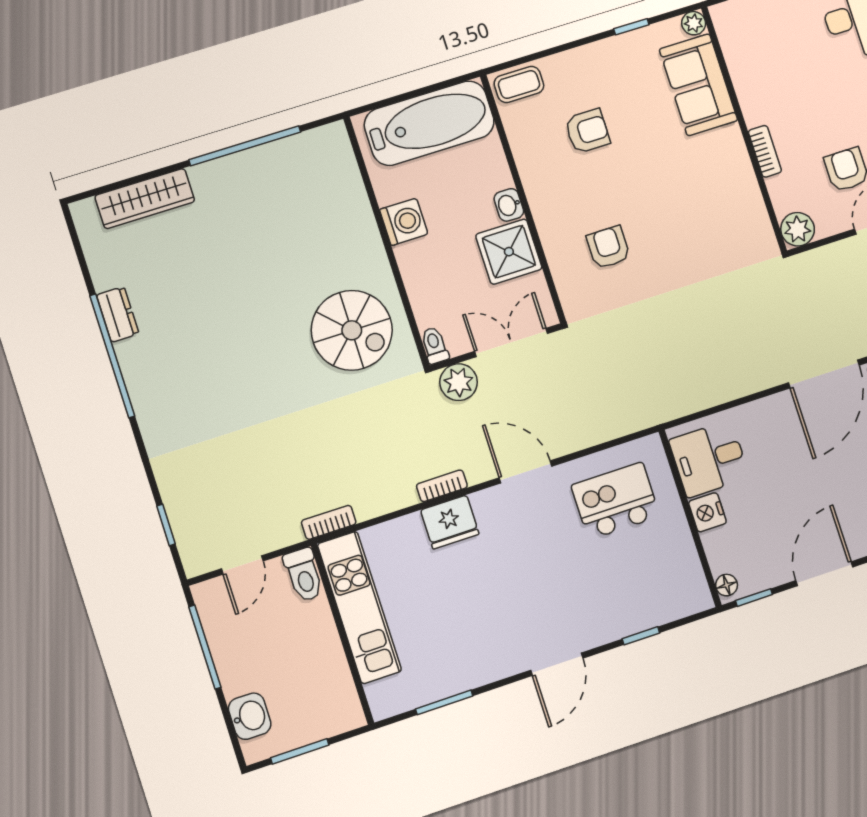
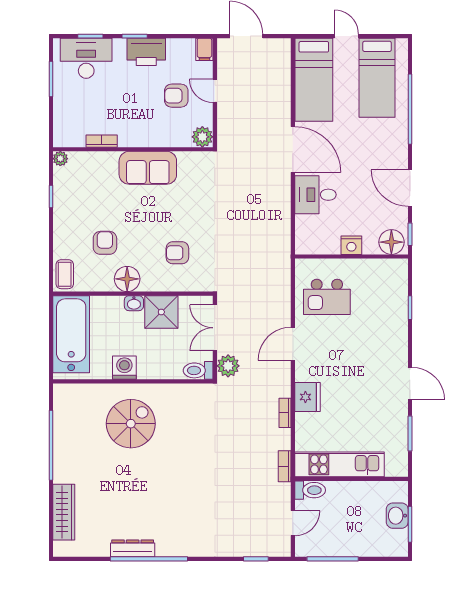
sofa: (698, 85) -> (148, 168), moved
bookcase: (765, 151) -> (102, 141), moved
floor lamp: (543, 183) -> (127, 279), added
dresser: (118, 314) -> (133, 548), width x1.44
spiral stairs: (352, 330) -> (131, 424), moved
toilet: (435, 345) -> (198, 370), width x1.37, depth x1.39
desk: (709, 459) -> (315, 195), moved, turned 90
bookcase: (442, 486) -> (285, 413), moved
kitchen island: (616, 501) -> (327, 297), turned -90
door: (242, 565) -> (293, 523), hinge flipped
floor lamp: (727, 585) -> (391, 242), width x1.89, depth x1.89
door: (557, 664) -> (410, 384), moved
washbasin: (250, 716) -> (397, 516), moved, turned -90

